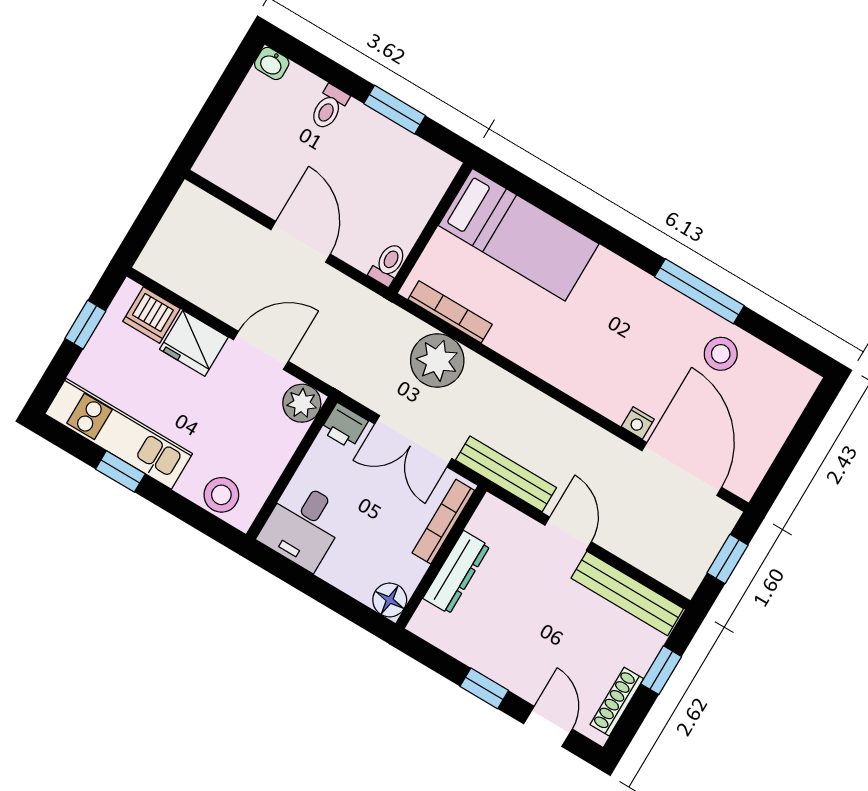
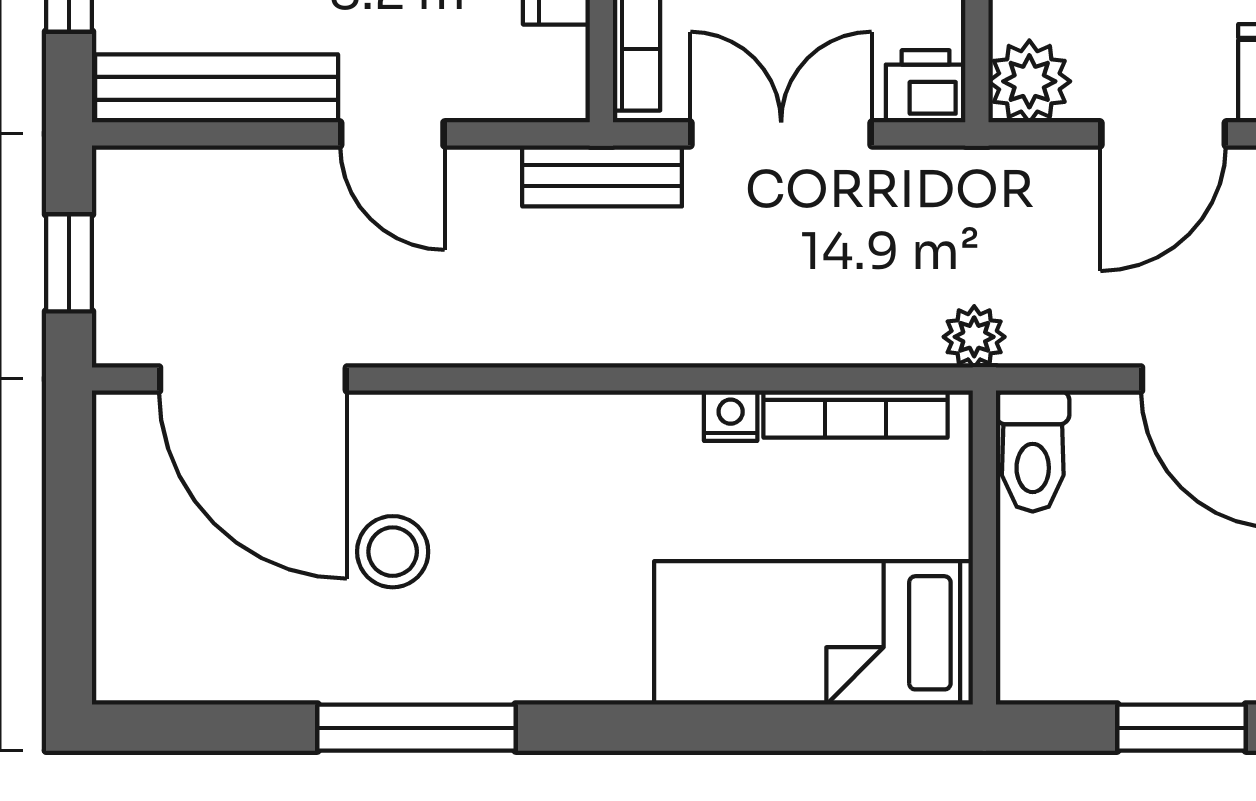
toilet: (388, 264) -> (1033, 451), width x1.37, depth x1.39
stool: (721, 354) -> (393, 552), moved
plant: (437, 361) -> (974, 337), moved, width x0.53, depth x0.53
nightstand: (638, 423) -> (731, 416), moved
bench: (506, 474) -> (602, 176), width x0.73

